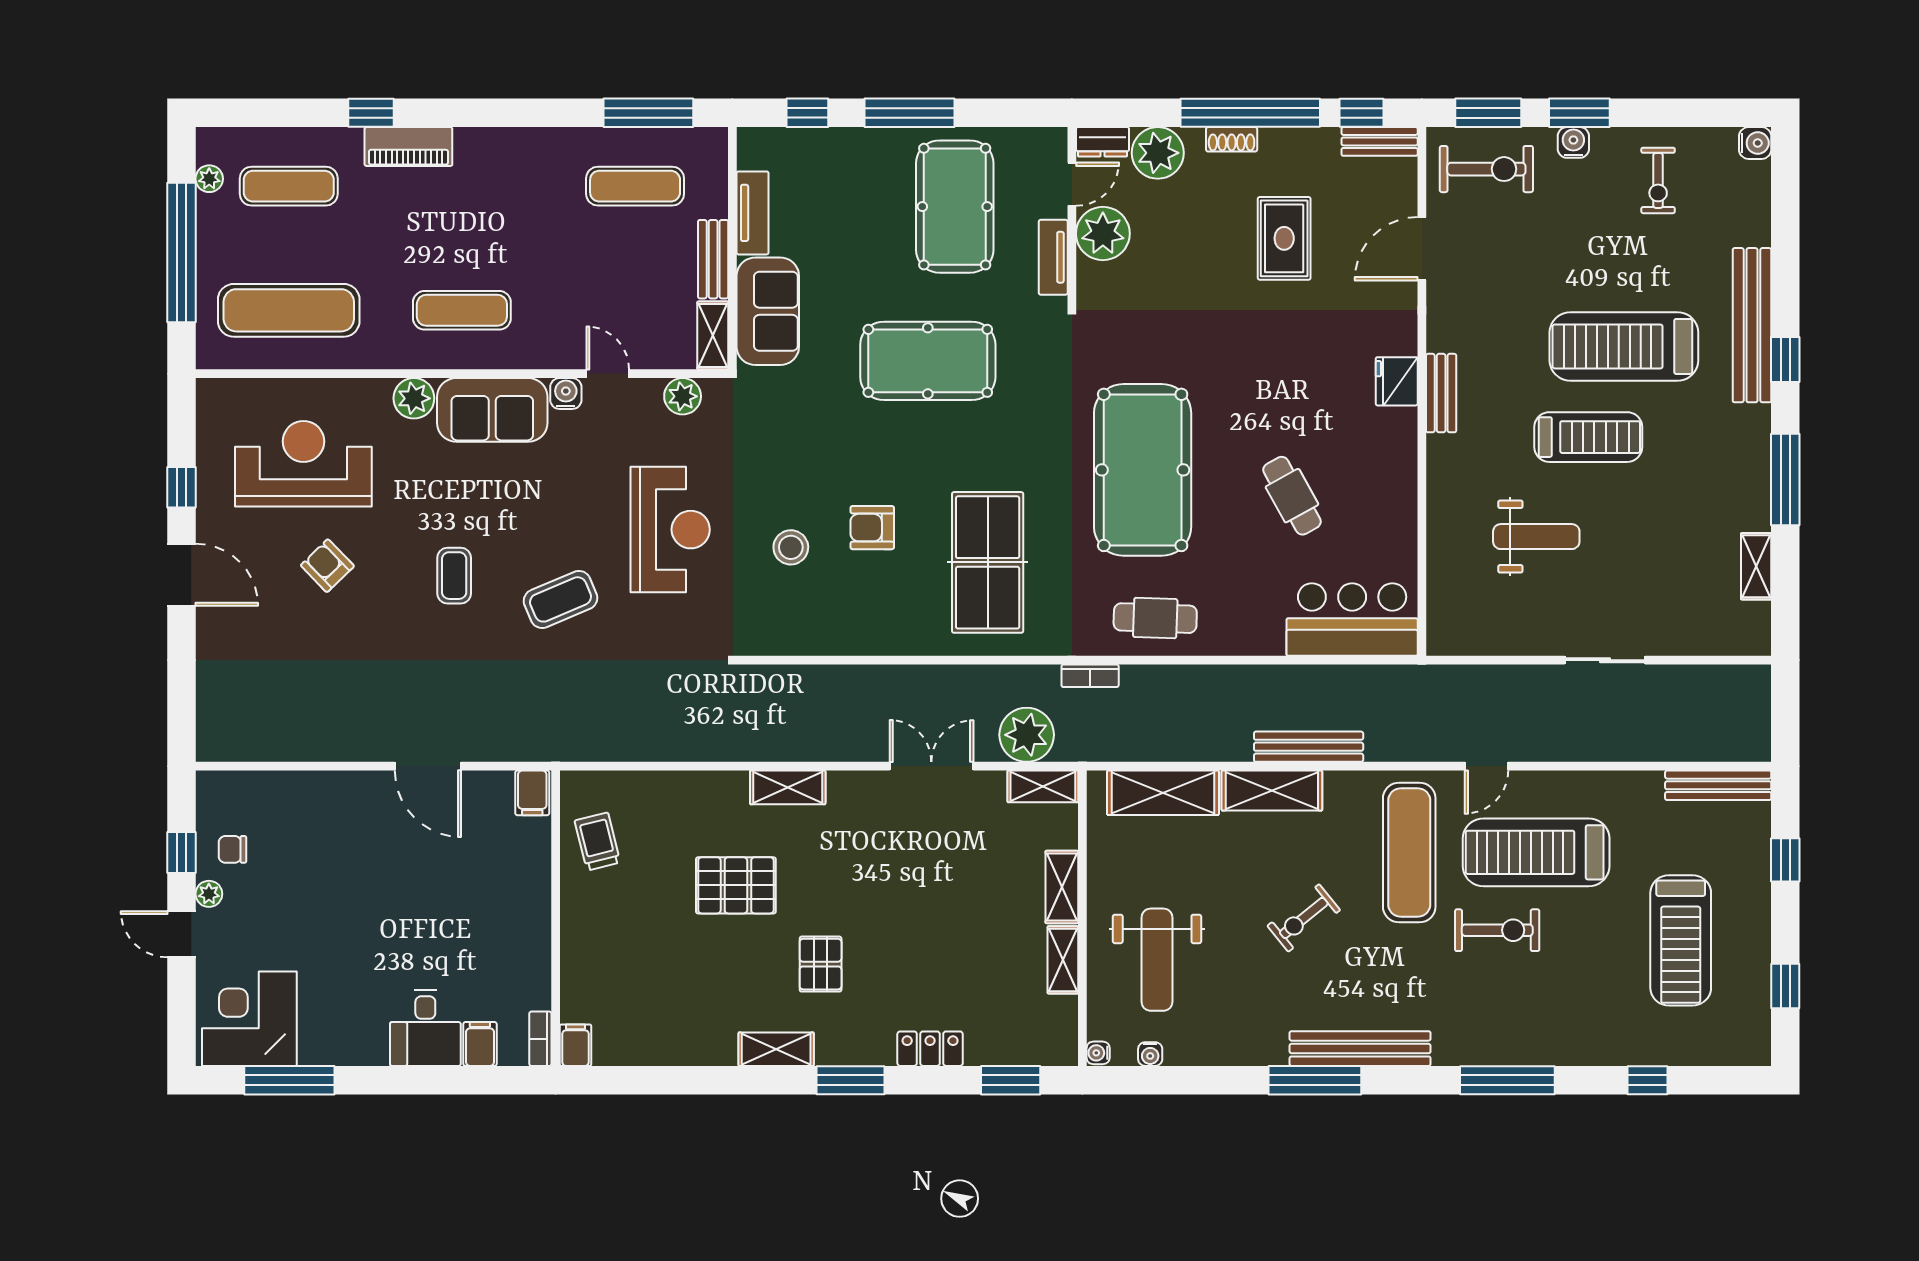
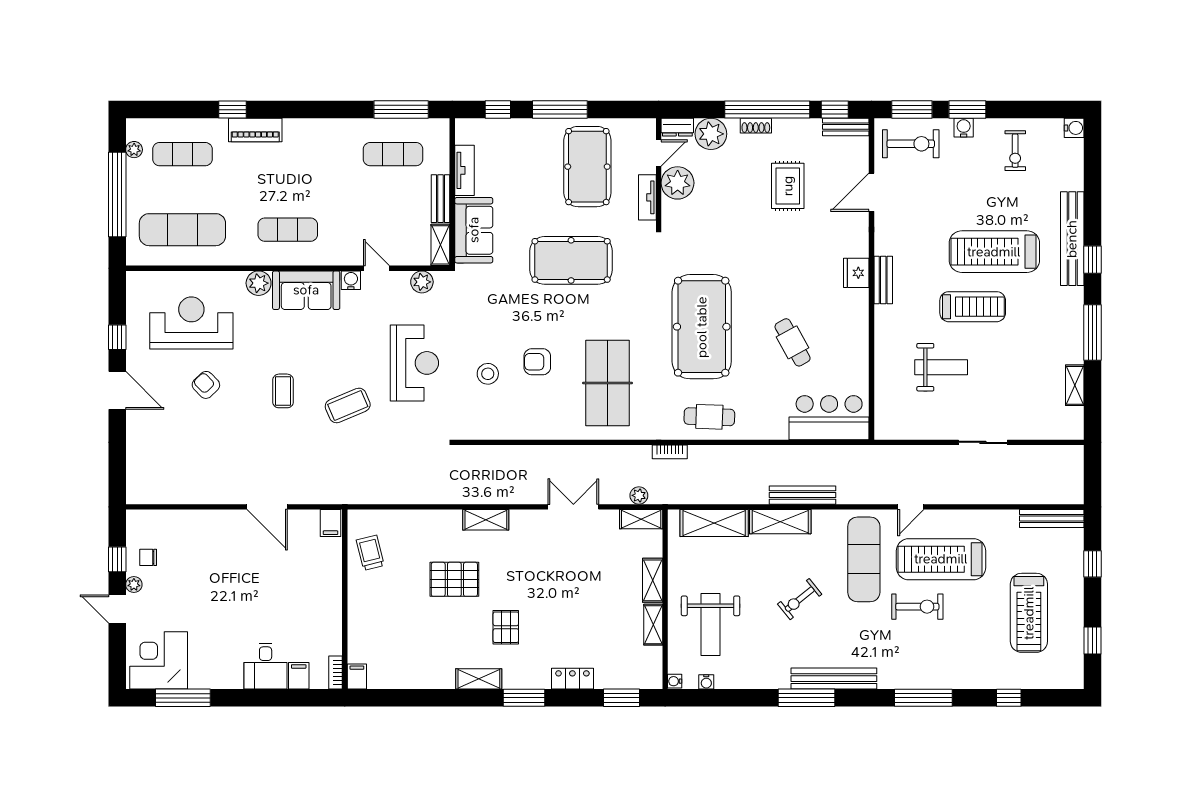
plant: (1027, 735) -> (639, 495), width x0.53, depth x0.53

